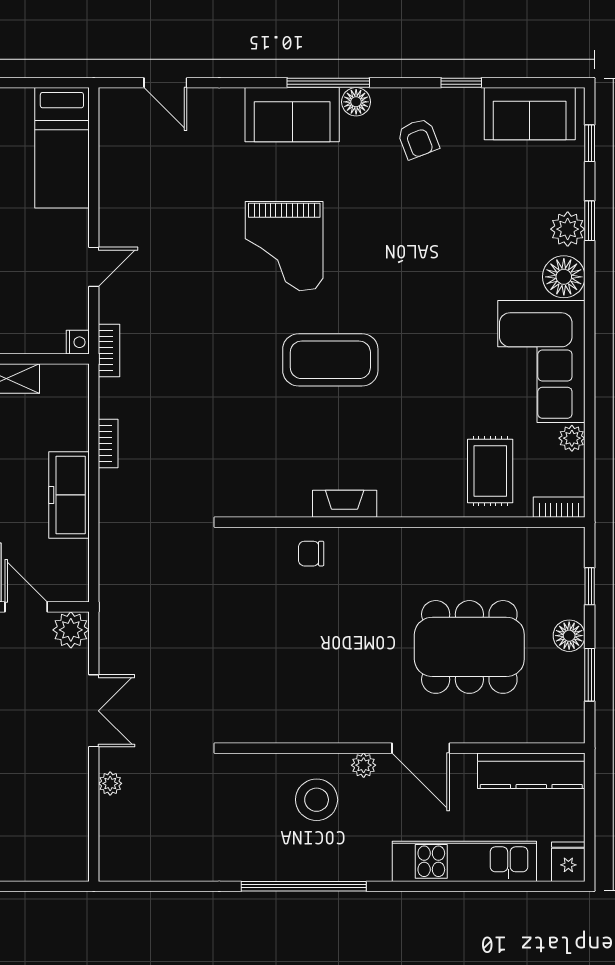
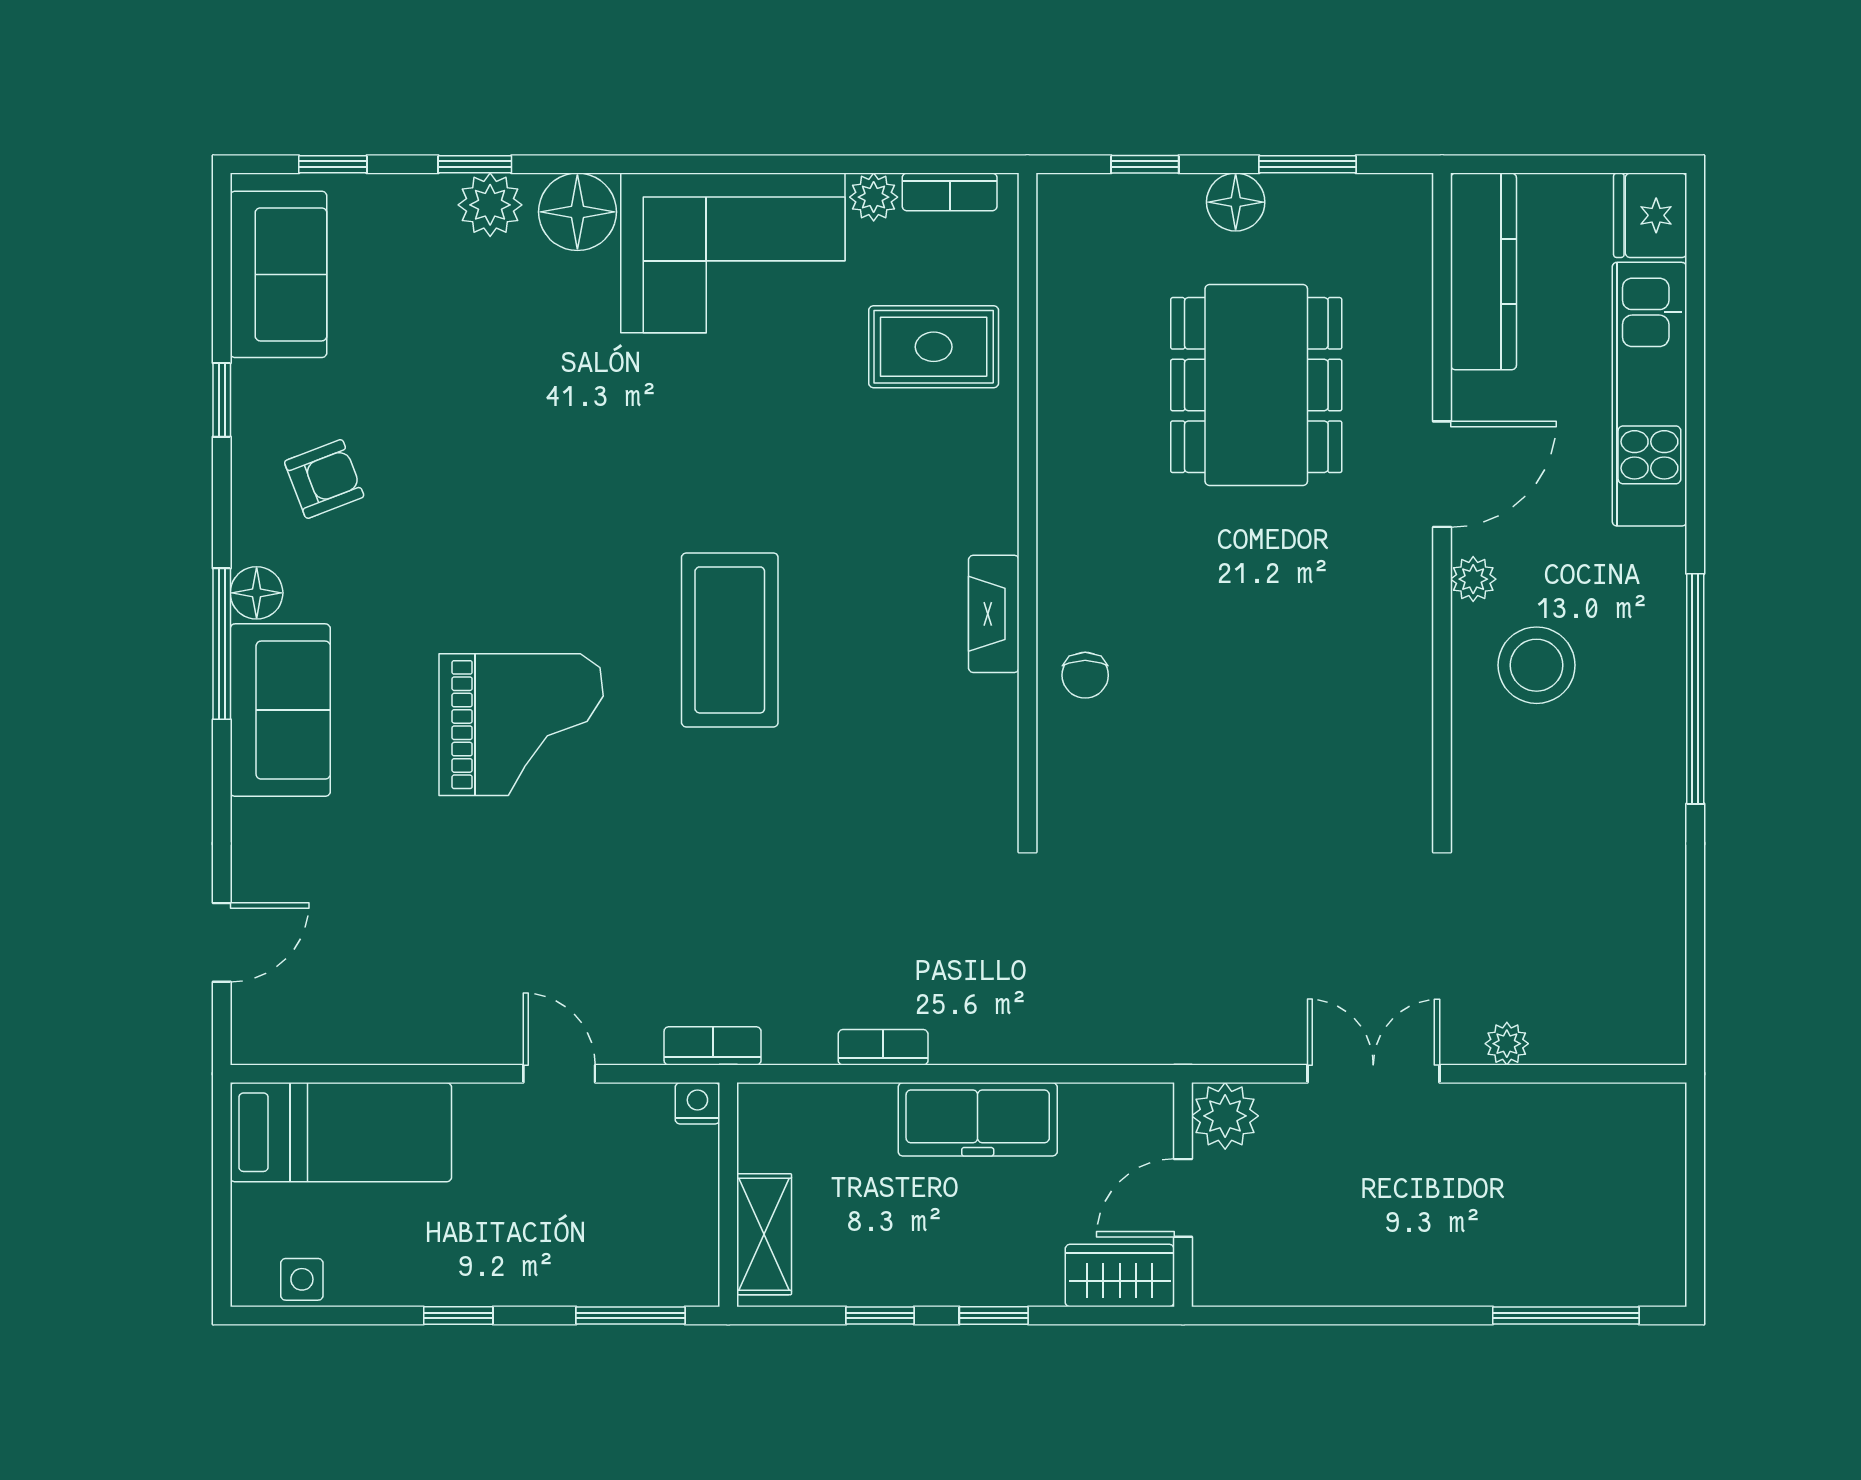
bookcase: (559, 507) -> (950, 192), moved, turned -90
fridge: (568, 862) -> (1650, 215), width x1.38

